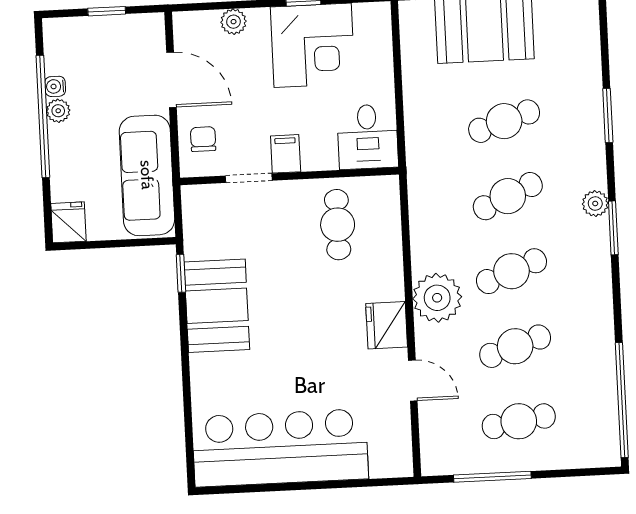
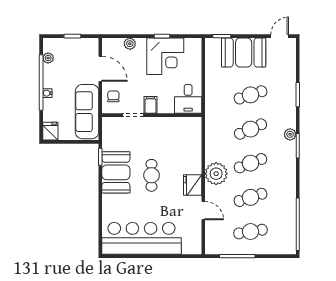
water cooler: (55, 86) -> (47, 93), moved
plant: (58, 111) -> (48, 58), moved
cafe table: (338, 225) -> (151, 175), moved

